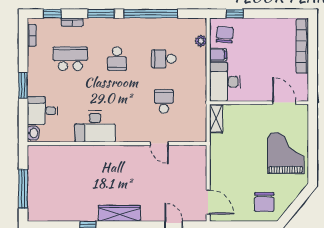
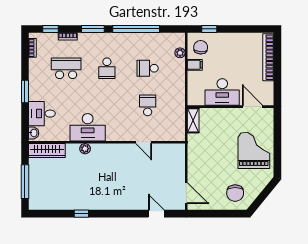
desk: (225, 82) -> (222, 92), moved, turned -90
plant: (92, 151) -> (85, 149), added
wardrobe: (119, 213) -> (47, 151), moved, turned 180

